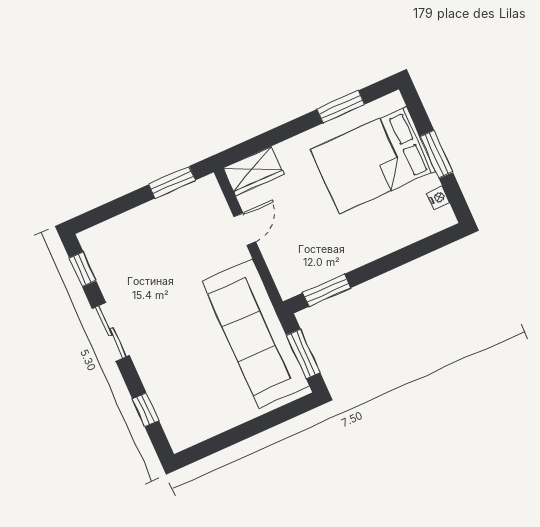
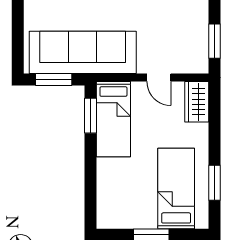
bed: (373, 160) -> (176, 189), width x0.67
nightstand: (438, 198) -> (120, 222), removed
bed: (319, 261) -> (113, 119), added

